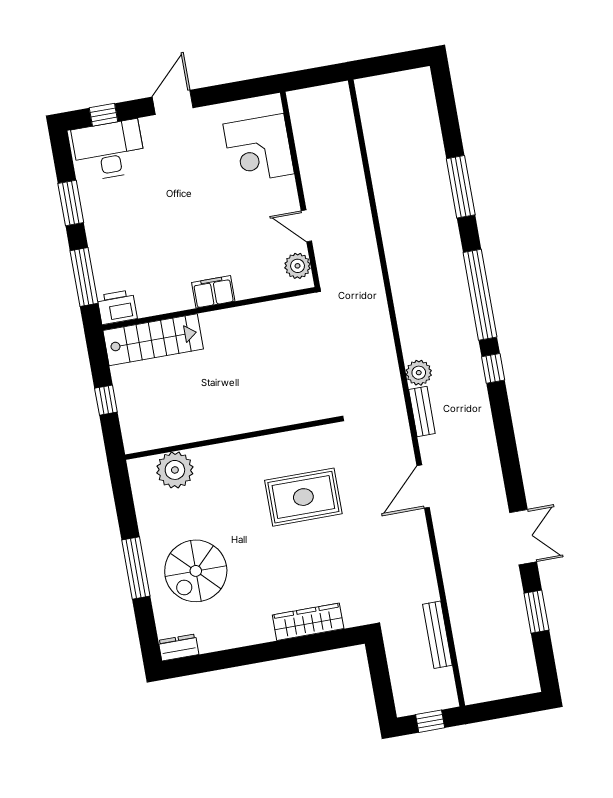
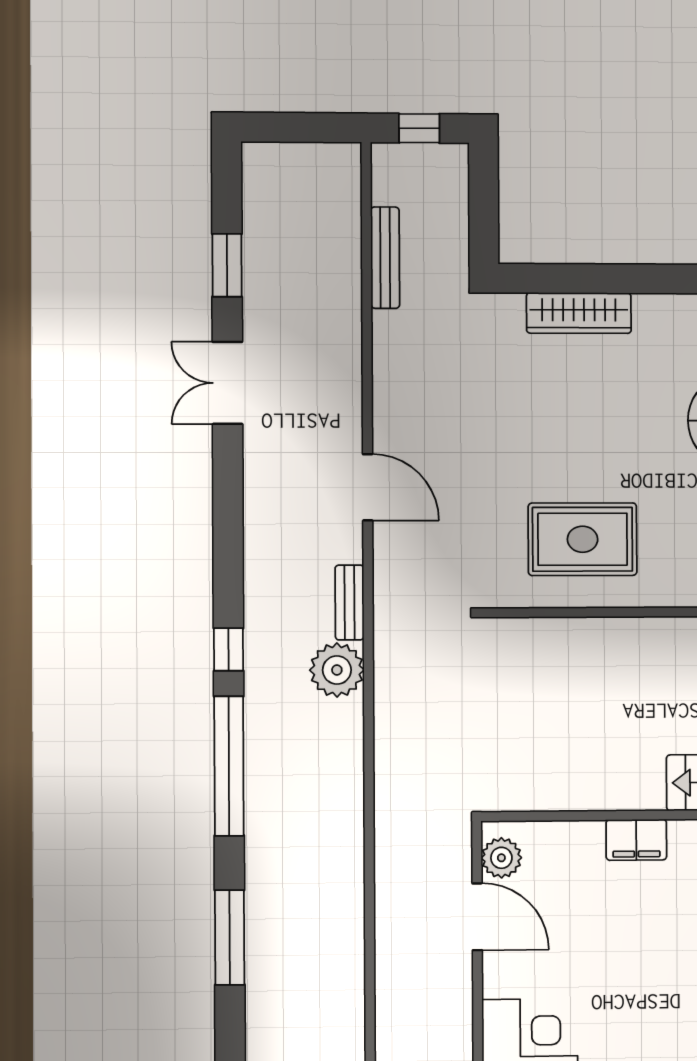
door: (306, 226) -> (477, 917), width x1.38
plant: (419, 373) -> (337, 670), width x1.36, depth x1.36
door: (423, 487) -> (368, 487), hinge flipped
rug: (303, 497) -> (583, 539), moved

